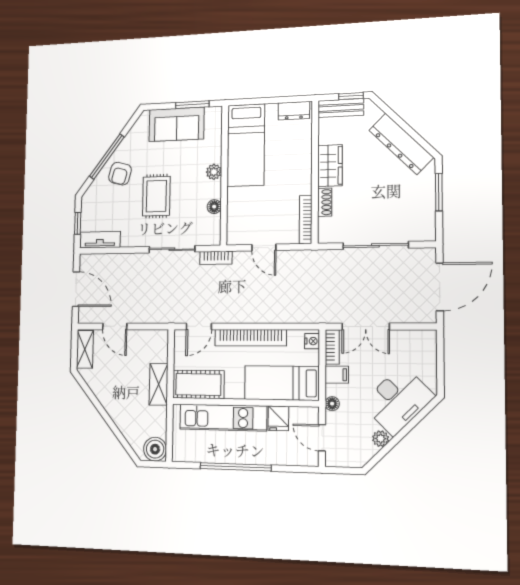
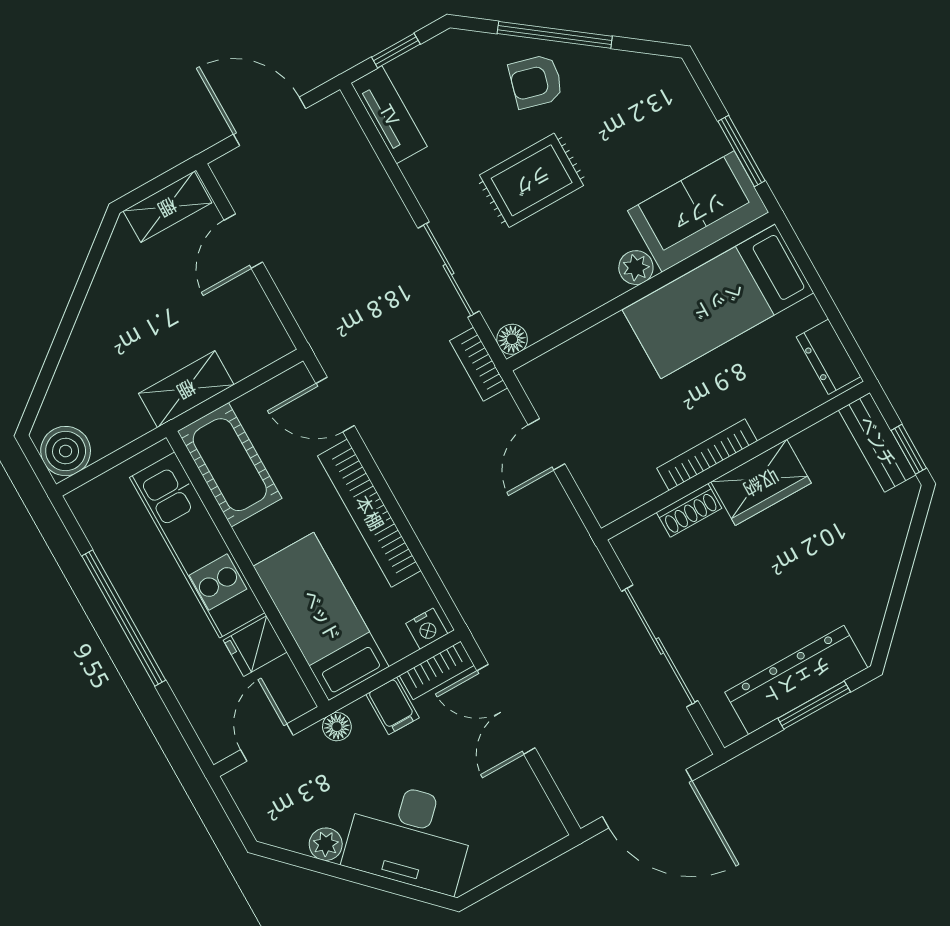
sofa: (177, 124) -> (698, 212), moved, turned 90
dresser: (401, 144) -> (796, 680), moved, turned 45
floor lamp: (214, 207) -> (512, 339), moved
bookcase: (306, 220) -> (707, 455), moved
door: (76, 289) -> (270, 121), swing flipped

